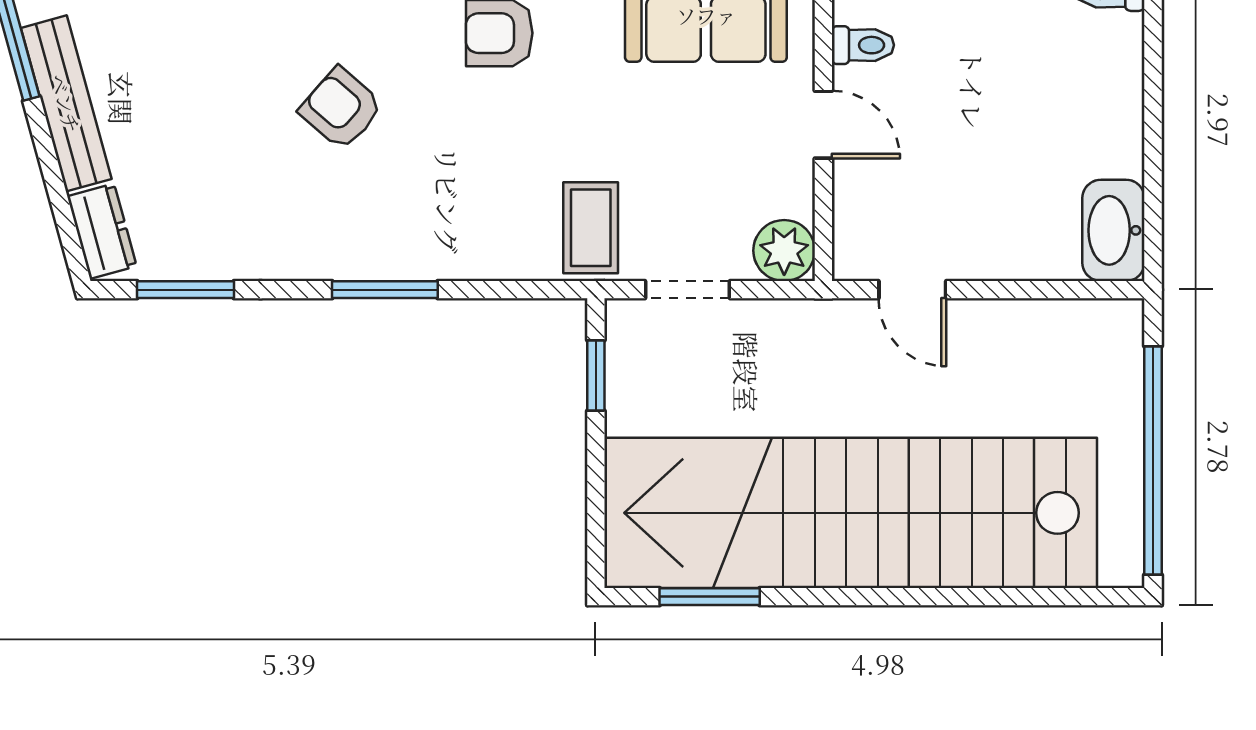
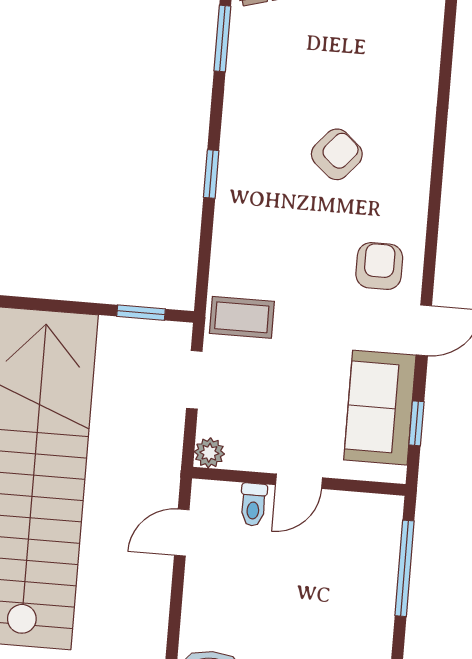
toilet: (863, 45) -> (253, 505), moved
plant: (784, 251) -> (209, 453), width x0.73, depth x0.73
window: (385, 290) -> (211, 174), width x0.67

